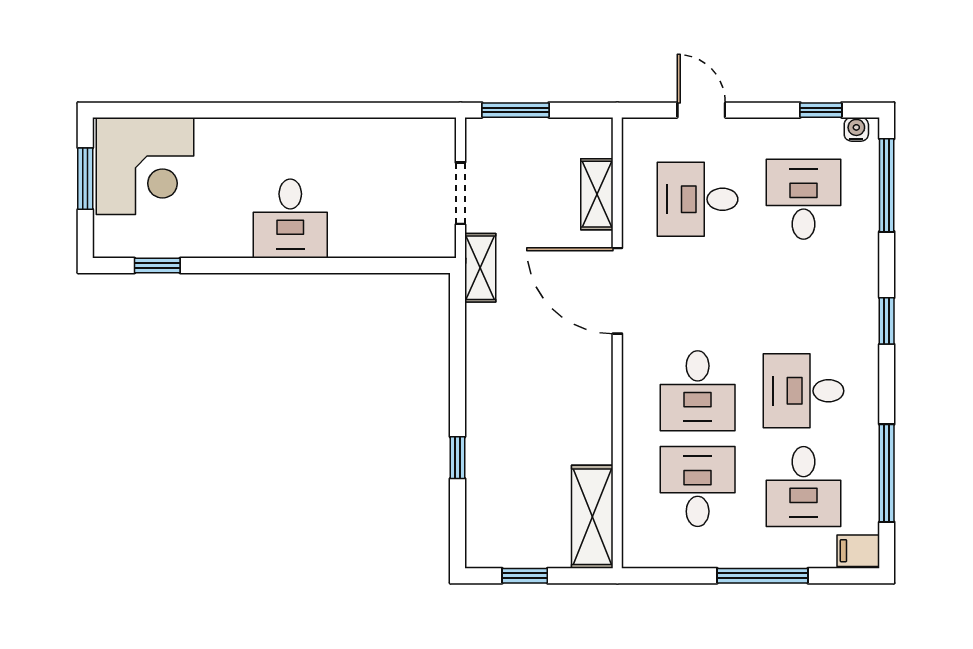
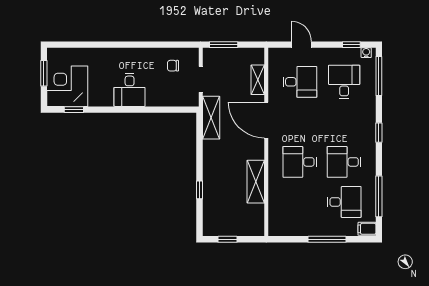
chair: (394, 161) -> (173, 66), added
corner desk: (145, 166) -> (67, 86), moved, turned 180
desk: (698, 199) -> (300, 82), turned 180
shelving: (480, 268) -> (211, 118), width x1.50, depth x1.33
desk: (698, 391) -> (300, 162), turned 90
desk: (698, 487) -> (300, 202), removed
desk: (804, 487) -> (344, 202), turned -90
shelving: (592, 517) -> (256, 182), moved

